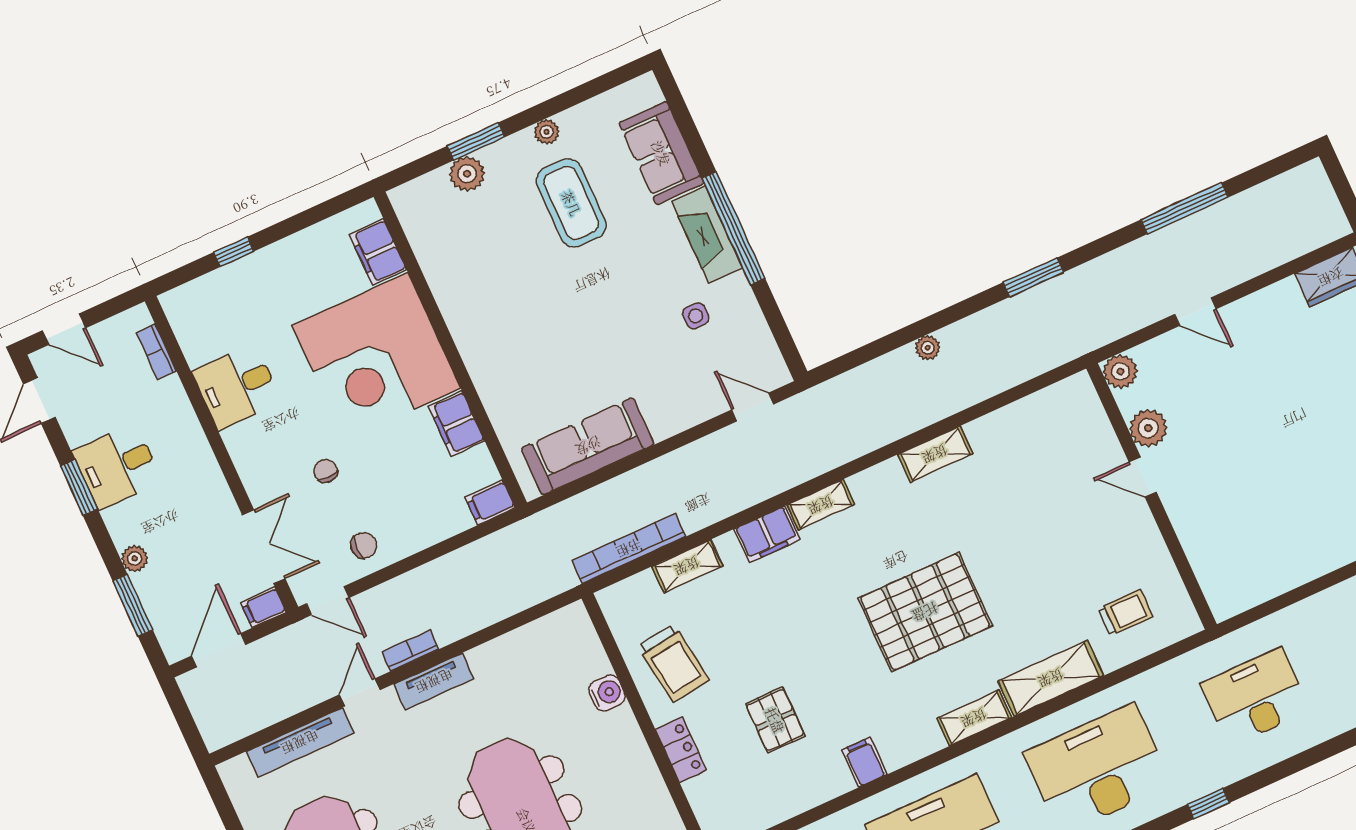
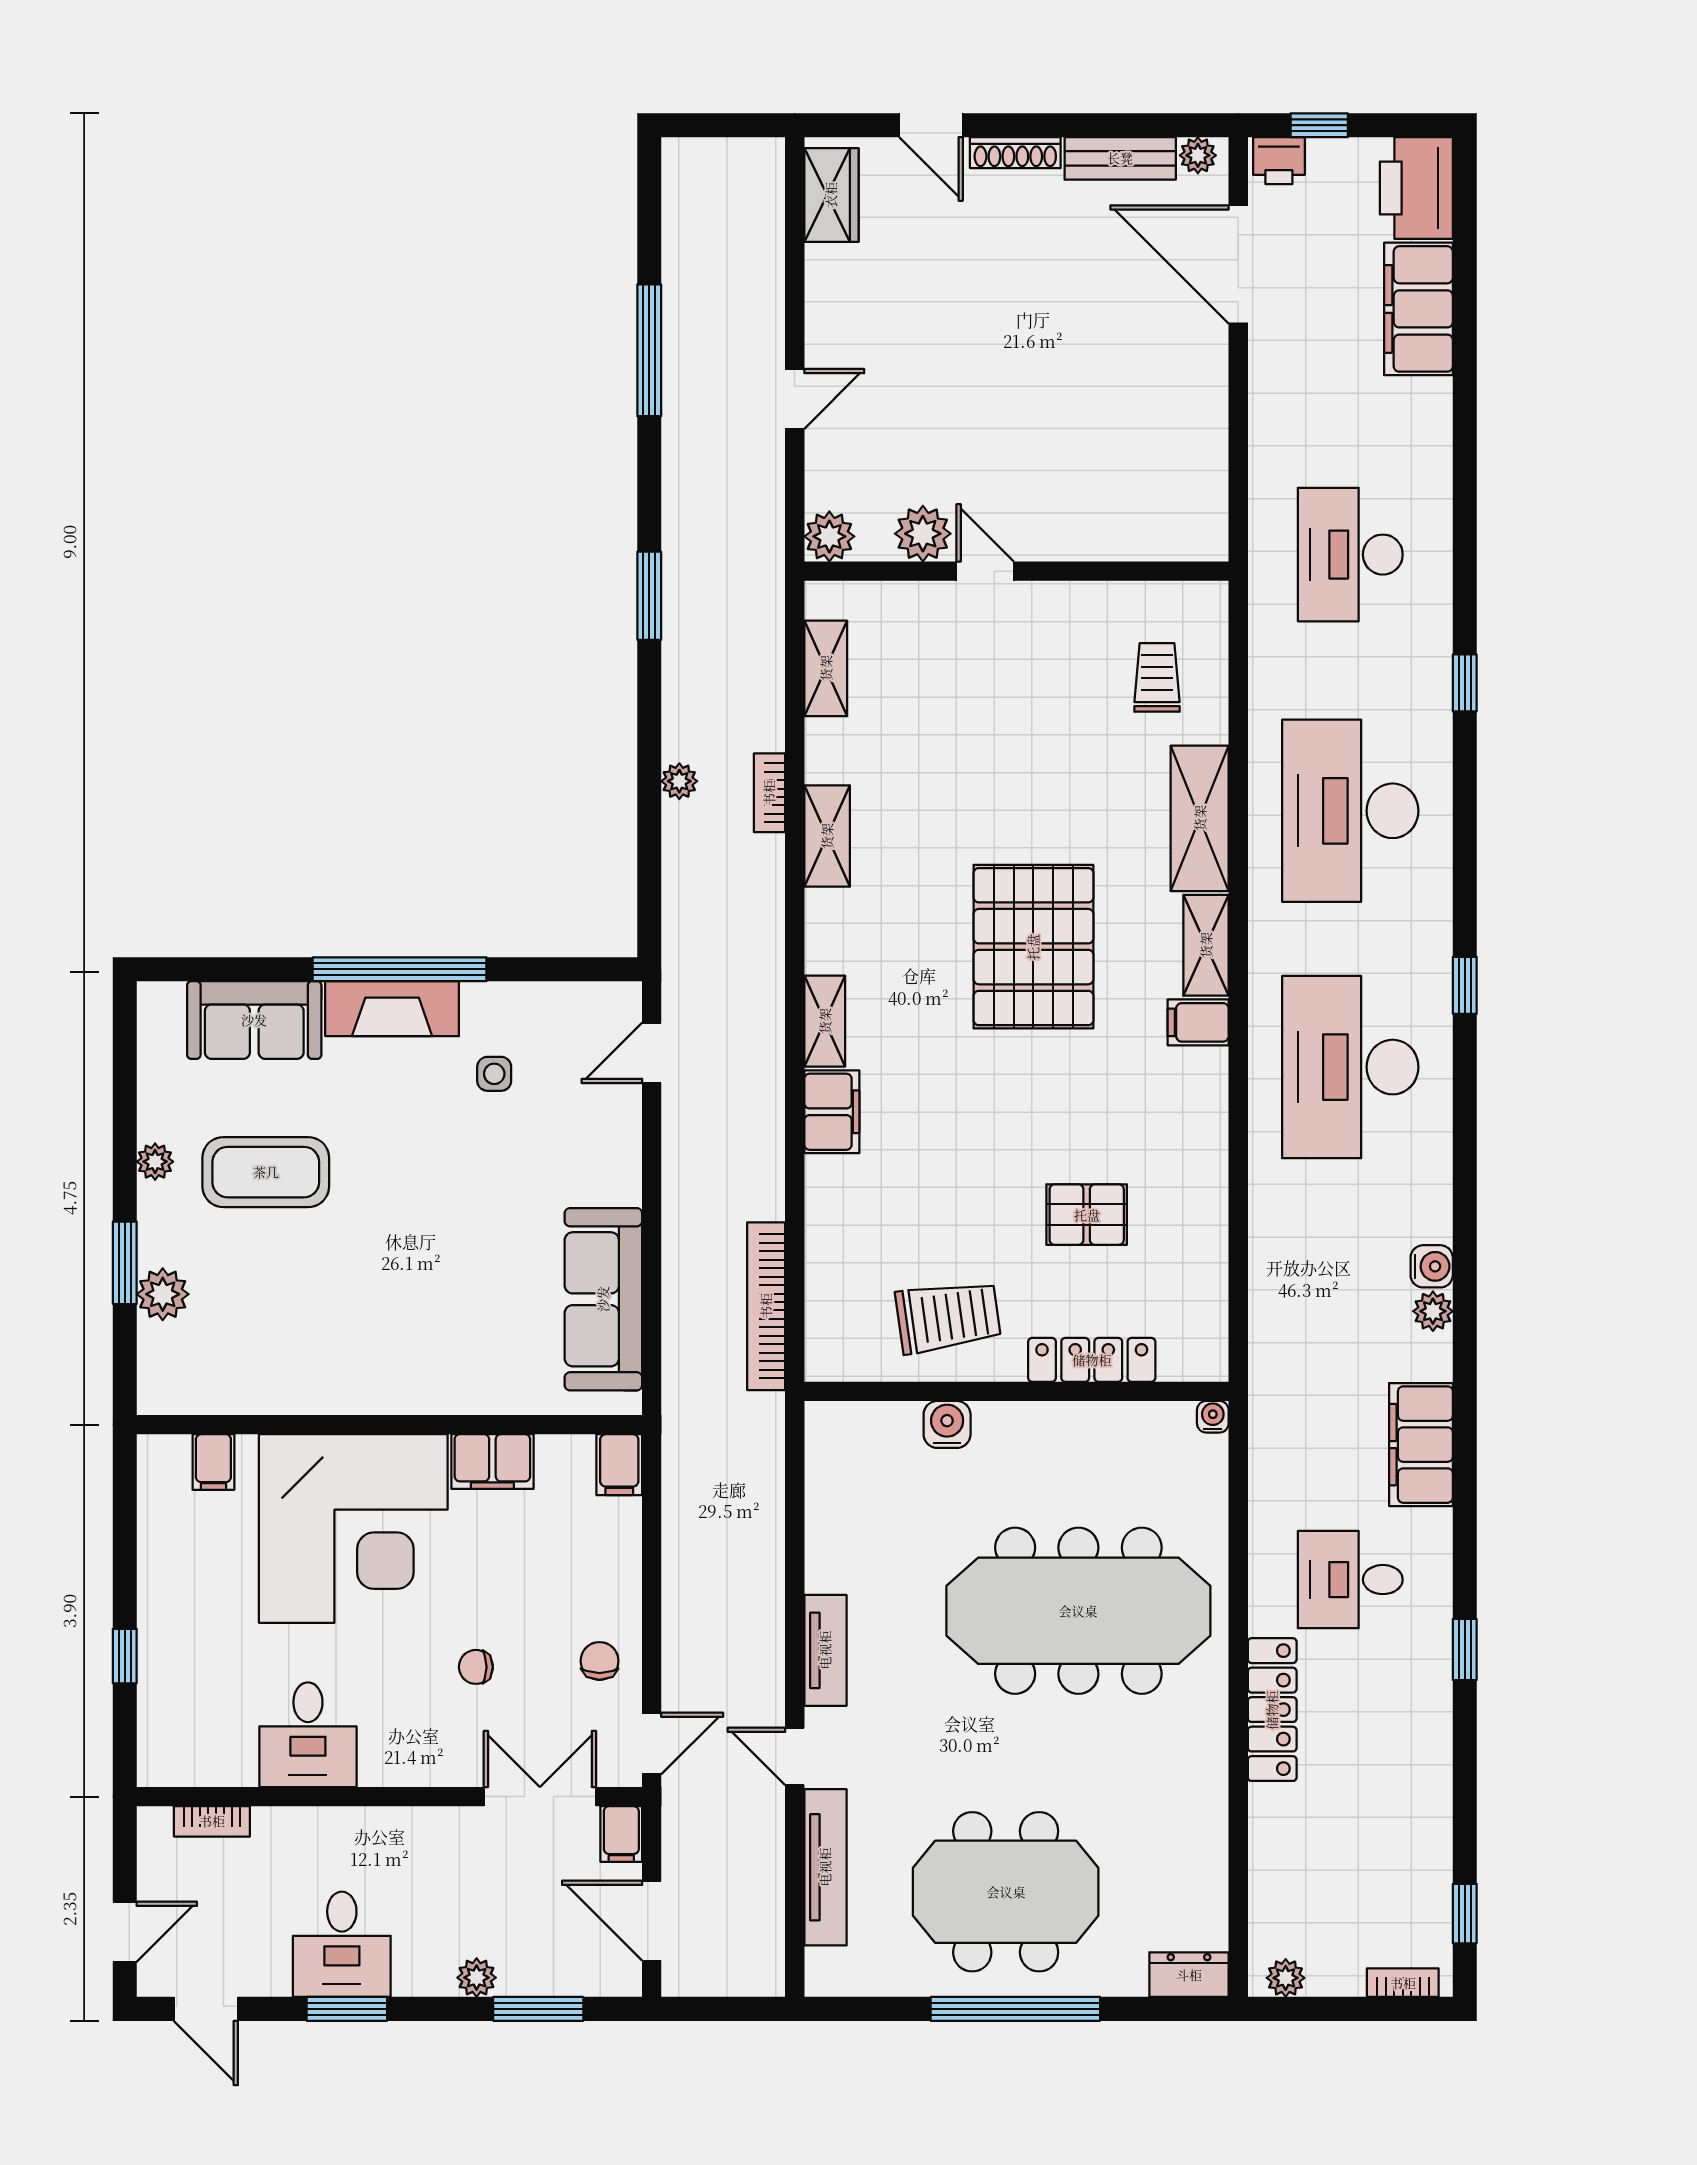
filing cabinet: (378, 252) -> (213, 1462), width x0.50
door: (1143, 477) -> (985, 571), swing flipped
shelving: (687, 566) -> (826, 668), moved
bookcase: (410, 650) -> (769, 793), moved
locker: (681, 750) -> (1092, 1360), width x1.53
filing cabinet: (864, 762) -> (1198, 1022), moved

